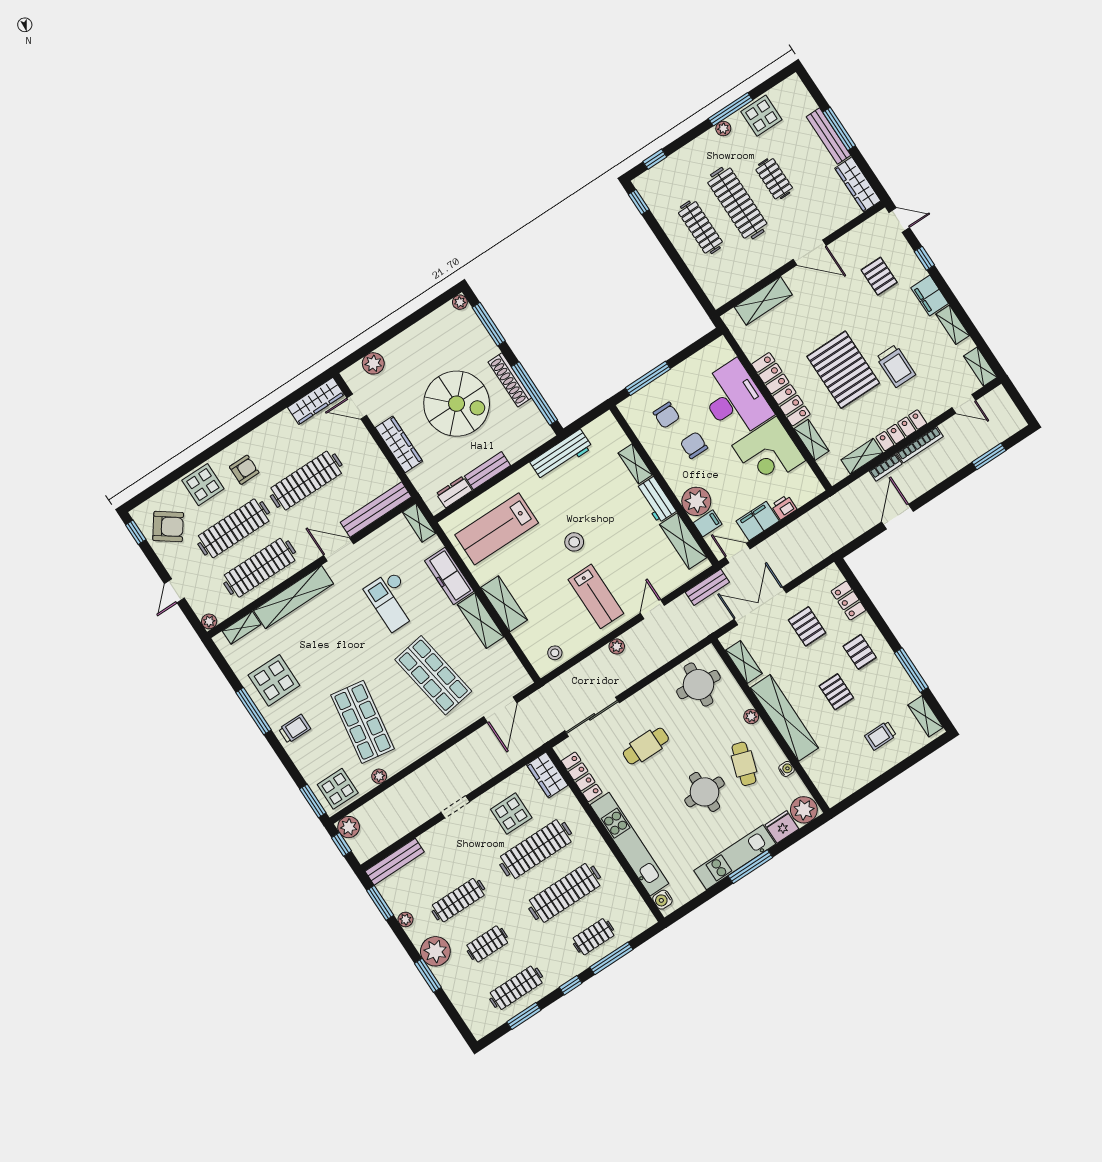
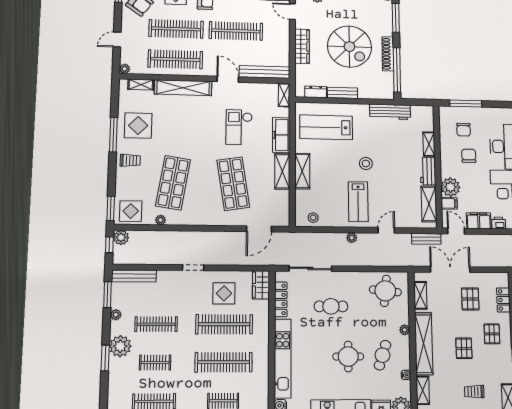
shelving: (818, 774) -> (423, 390), added

